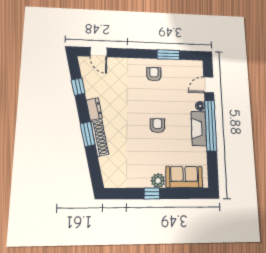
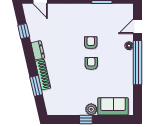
armchair: (154, 74) -> (91, 43), moved
fireplace: (199, 128) -> (127, 66), removed
window: (88, 134) -> (36, 86), moved

